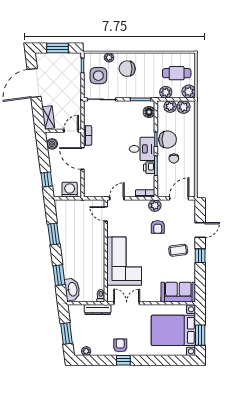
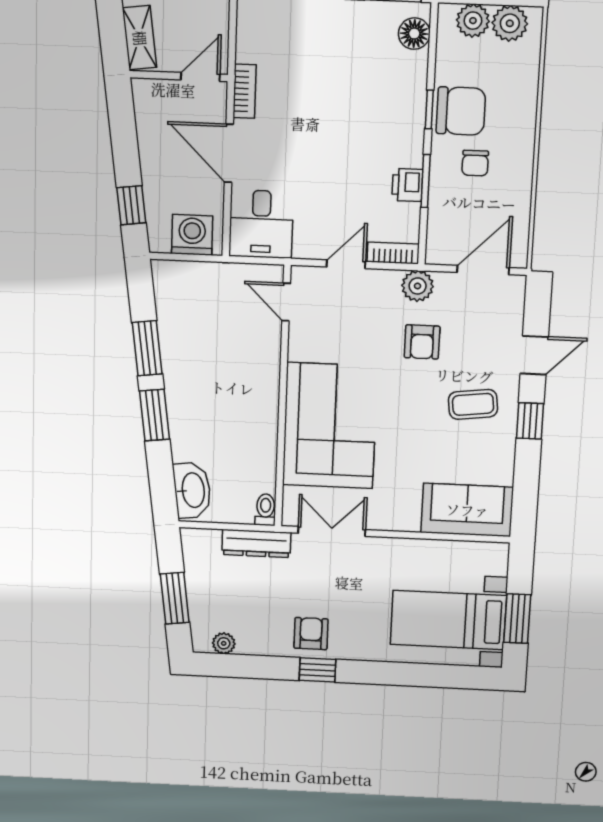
boiler: (52, 144) -> (148, 111), removed
desk: (142, 149) -> (261, 224), moved, turned 90
door: (117, 198) -> (346, 264), moved
window: (59, 275) -> (155, 415), moved
bed with nightstands: (173, 330) -> (448, 620), width x0.73

